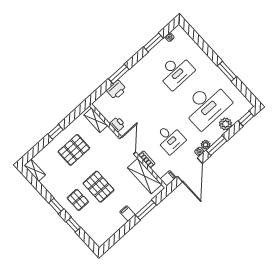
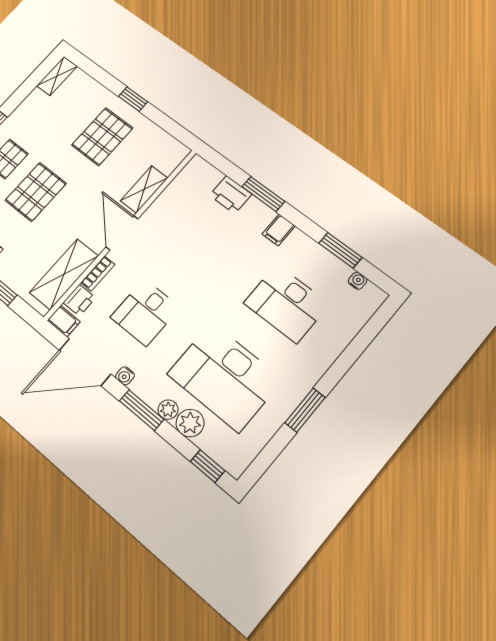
filing cabinet: (139, 70) -> (279, 230), added
shelving: (96, 120) -> (144, 189), moved
printer: (117, 124) -> (79, 300), moved
door: (128, 145) -> (122, 233), swing flipped
plant: (206, 145) -> (168, 410), moved
pallet: (74, 150) -> (102, 137), turned 90

